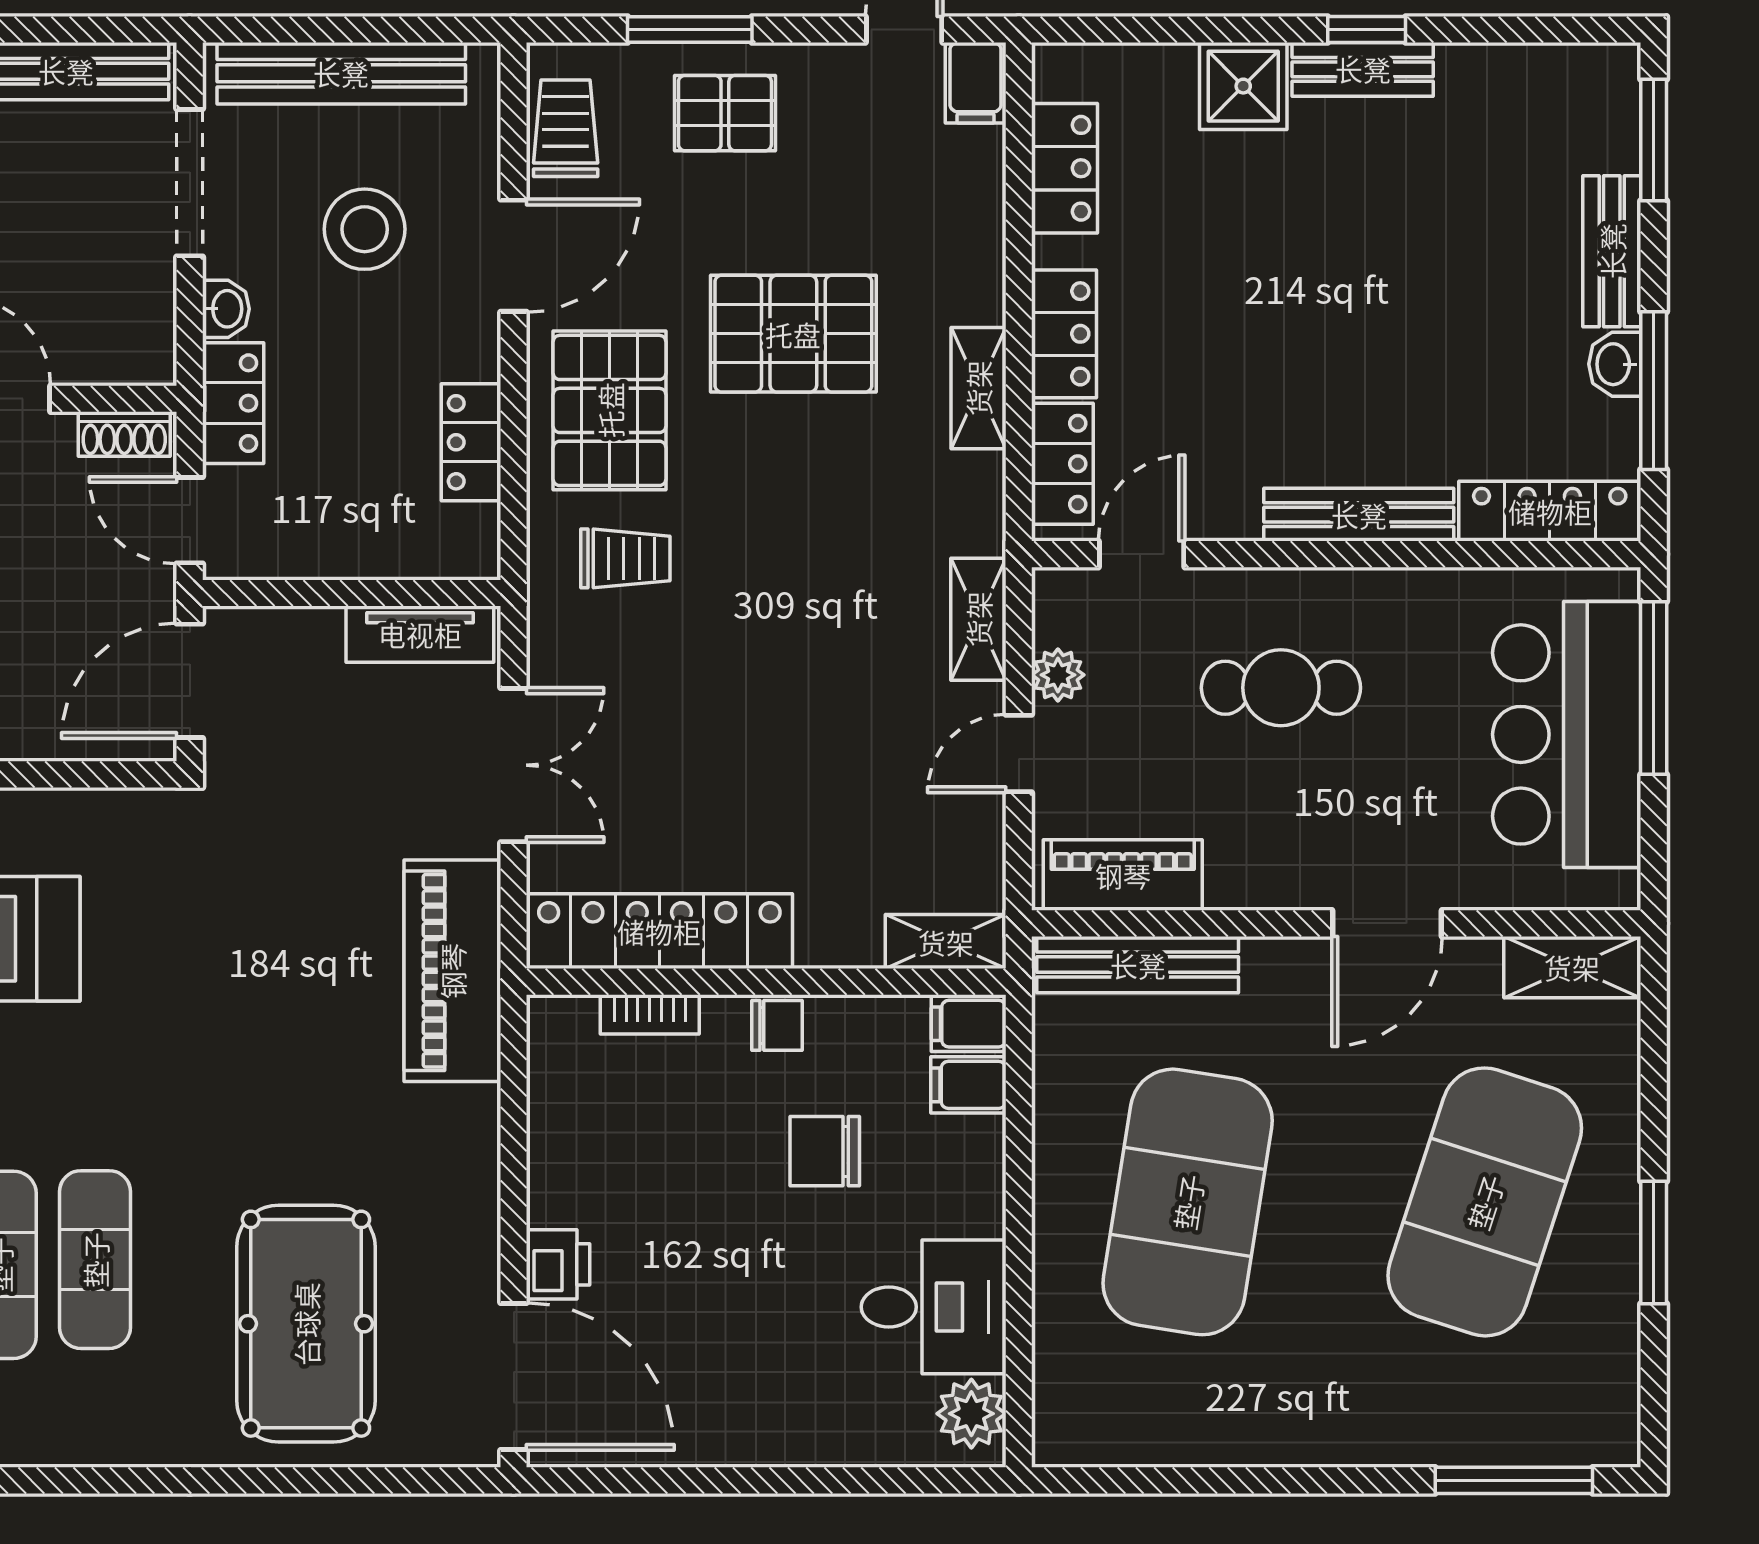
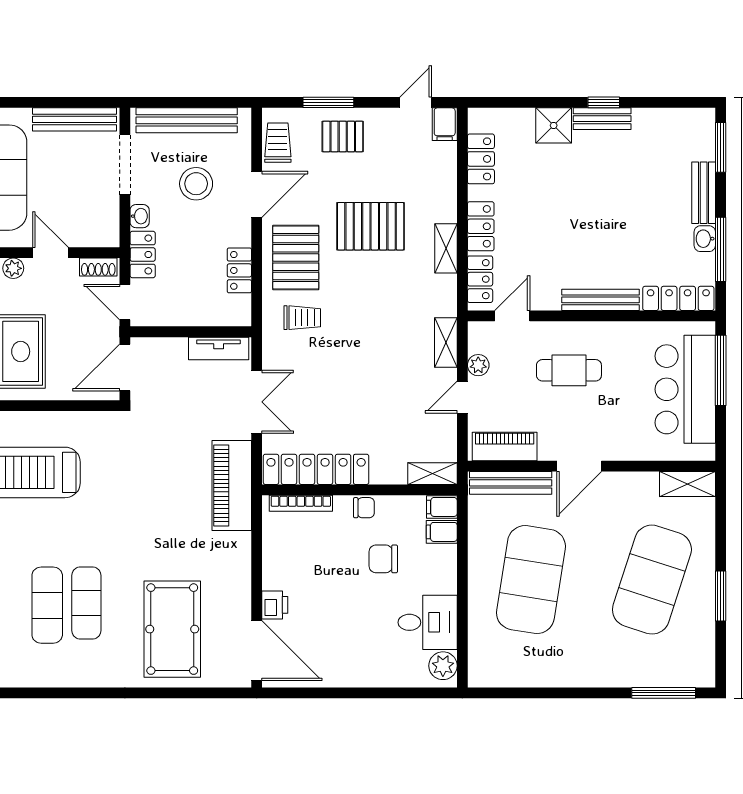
door: (1387, 923) -> (579, 466), moved
bookcase: (650, 1014) -> (301, 503), width x1.56

